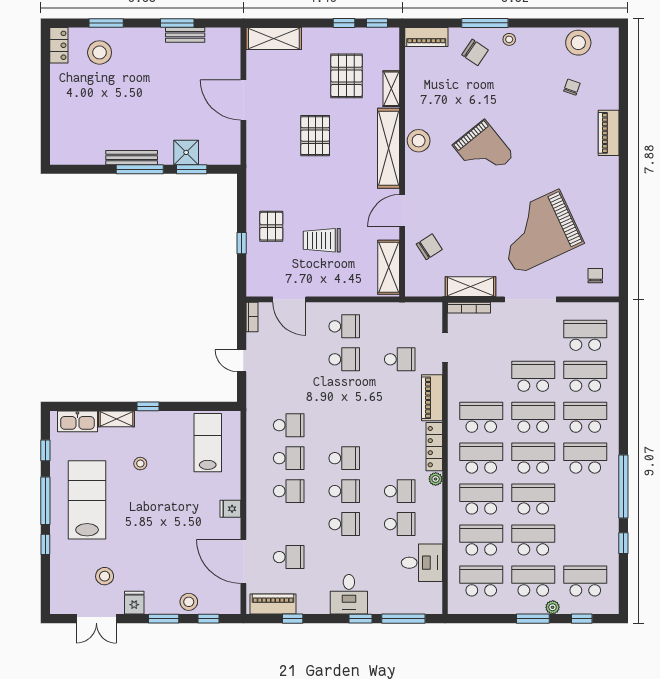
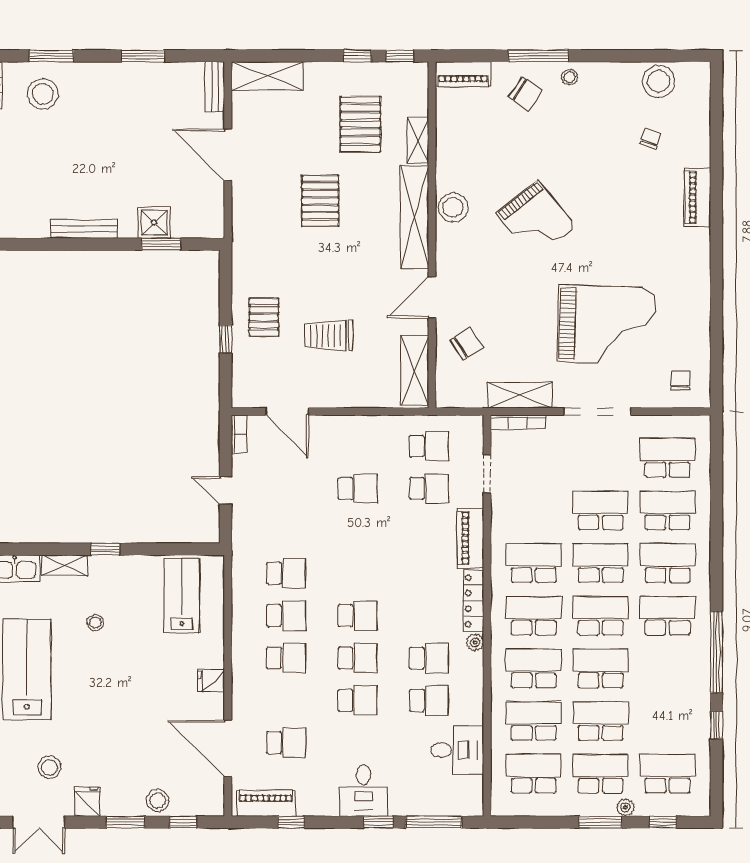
bench: (185, 35) -> (215, 87), moved, turned 90
window: (140, 169) -> (95, 244), removed
grand piano: (538, 232) -> (606, 325), turned -153
school desk: (344, 326) -> (429, 446), moved

